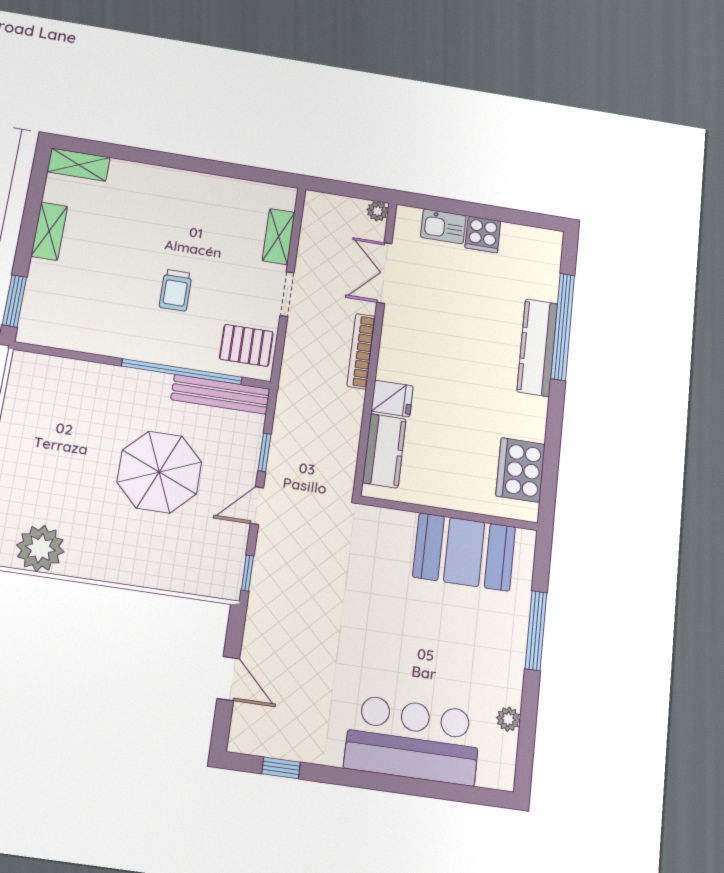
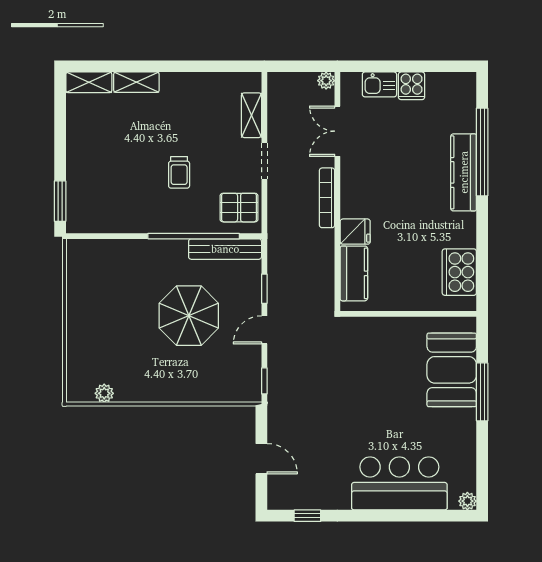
shelving: (49, 231) -> (136, 82), moved, turned 90
plant: (40, 548) -> (104, 393), width x0.53, depth x0.53
booth: (464, 552) -> (452, 370), moved, turned 90
plant: (508, 719) -> (467, 501), moved

